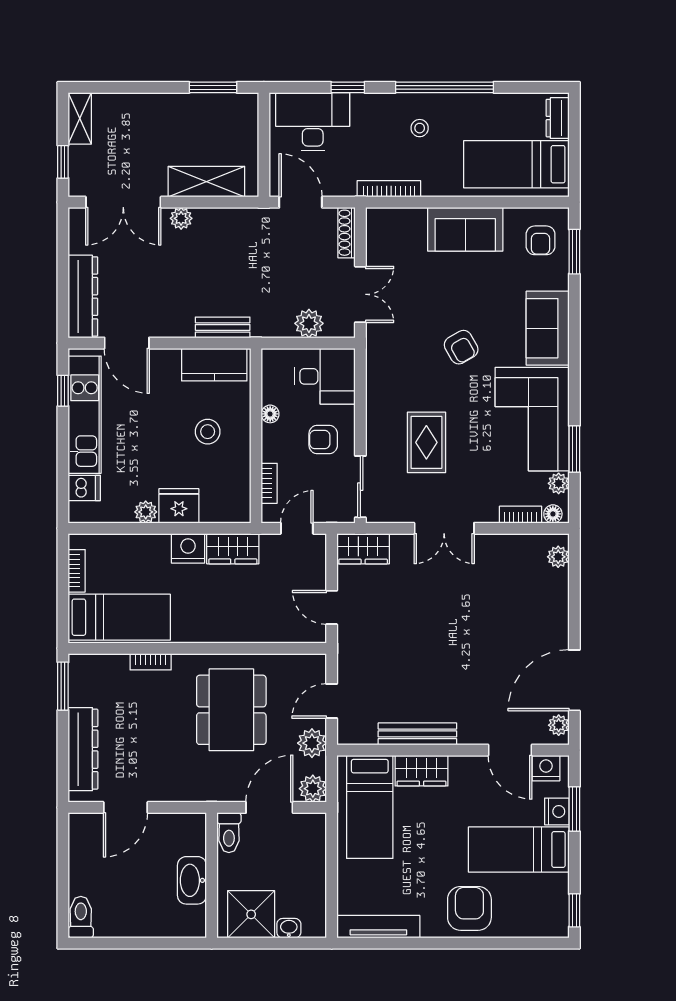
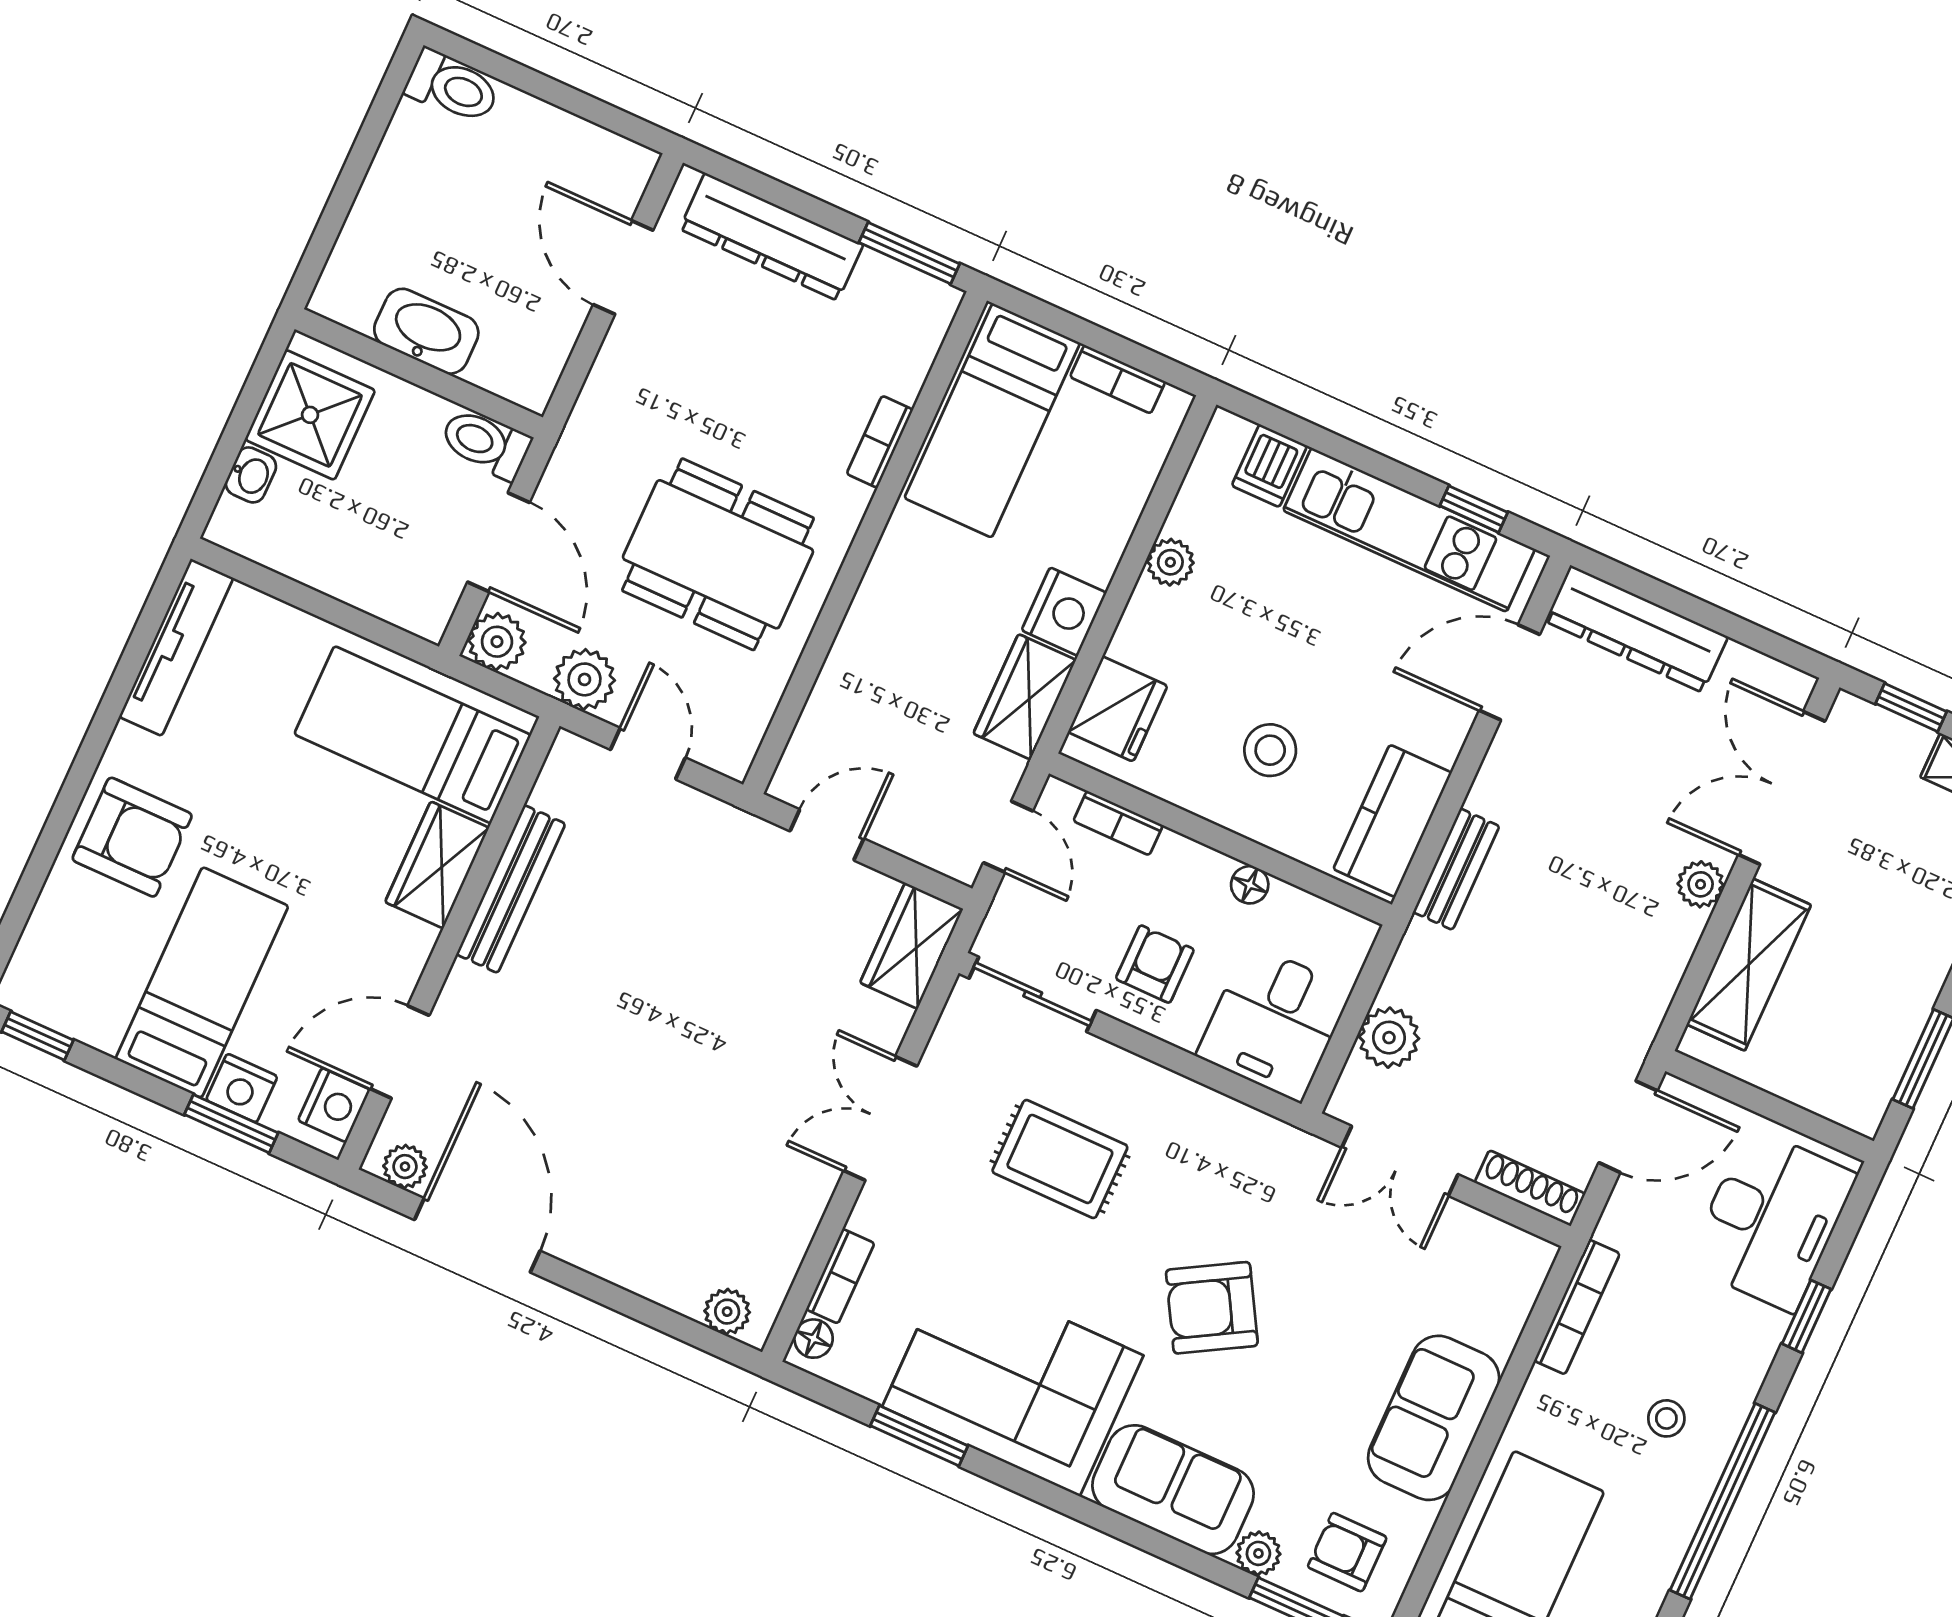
armchair: (461, 347) -> (1212, 1308), width x1.38, depth x1.38
plant: (559, 483) -> (1258, 1553), moved
fridge: (179, 506) -> (1118, 709), moved

